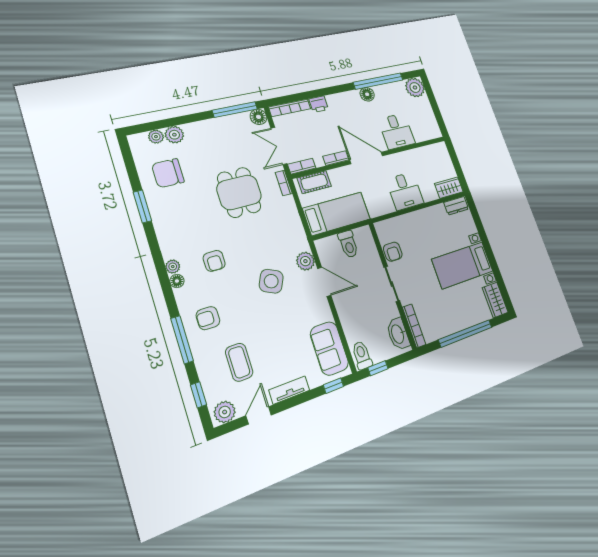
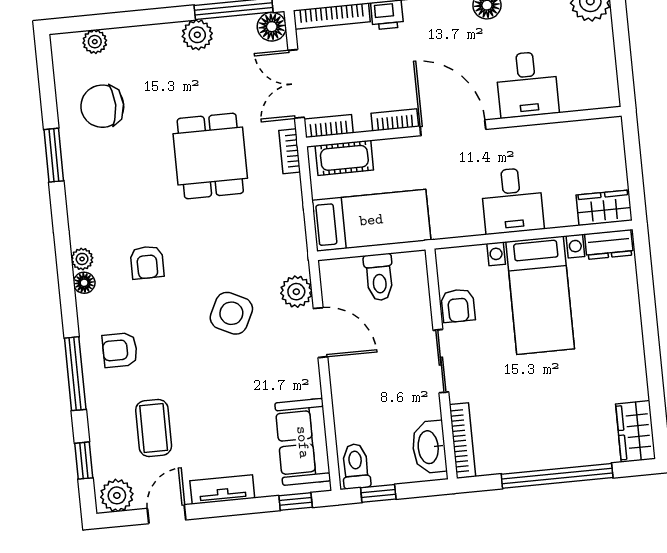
plant: (174, 135) -> (197, 35), moved
bed with nightstands: (463, 265) -> (540, 295), moved, turned -90

